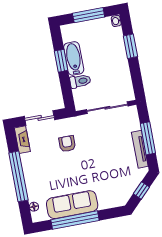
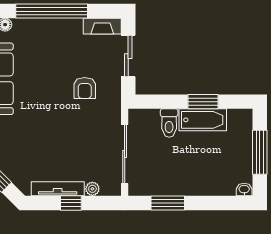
window: (130, 46) -> (168, 203), moved
plant: (135, 125) -> (92, 189), added
window: (148, 138) -> (71, 203), width x0.46
armchair: (67, 144) -> (85, 88), turned 90

